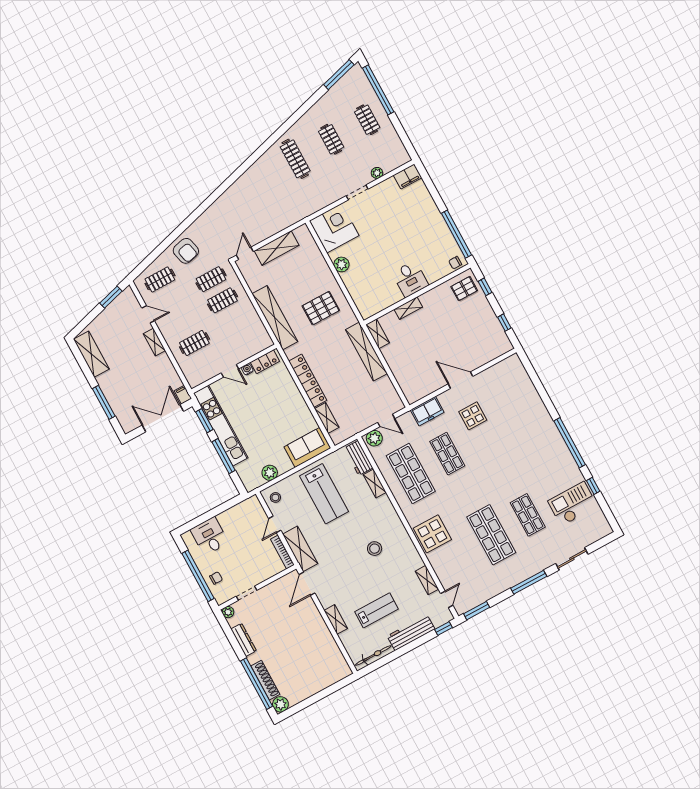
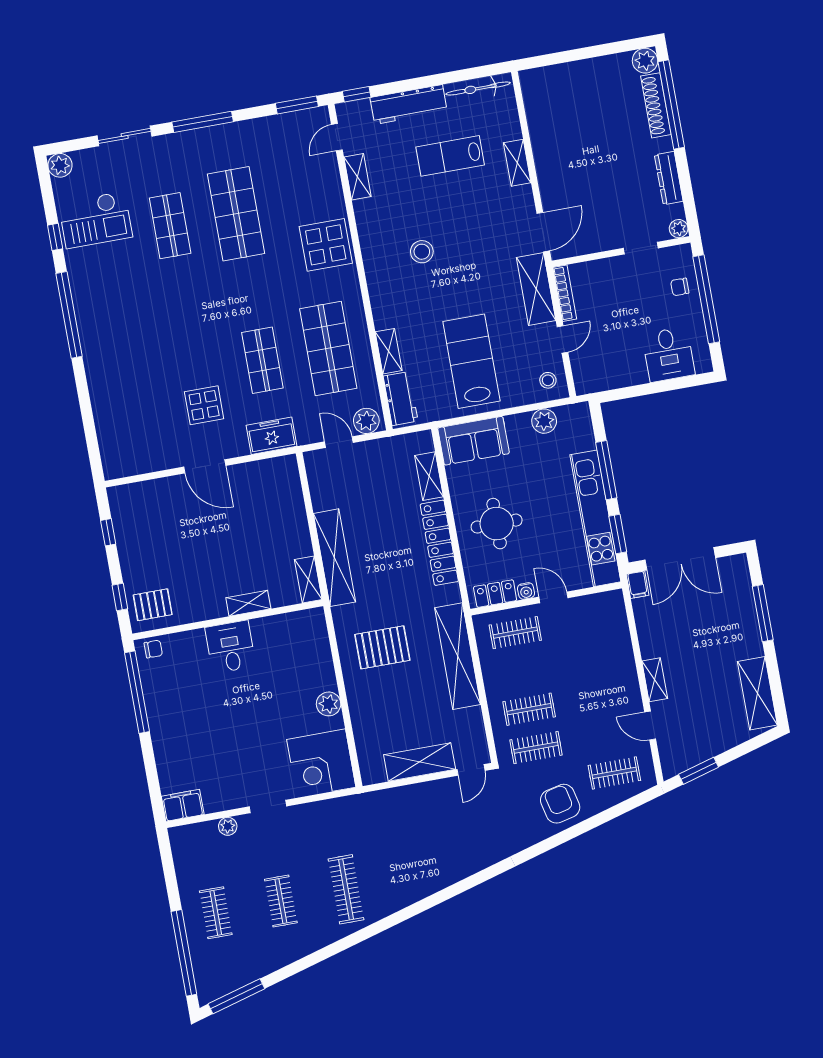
clothes rail: (194, 343) -> (515, 633), moved
round table: (278, 403) -> (497, 524), added
plant: (604, 529) -> (60, 165), added

